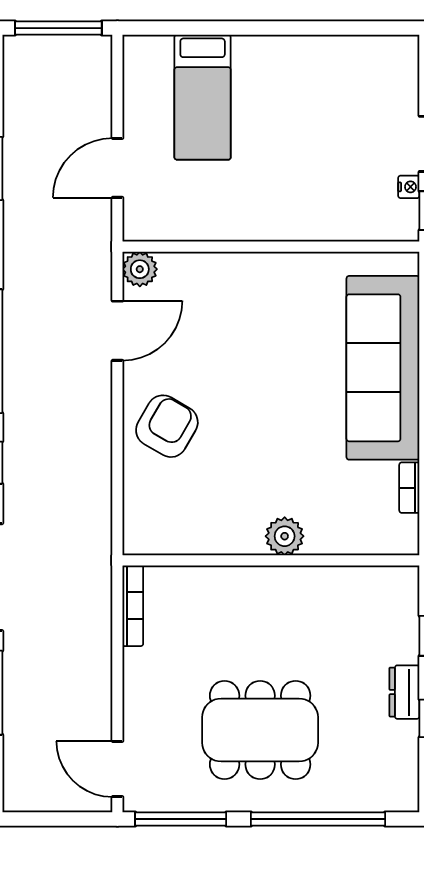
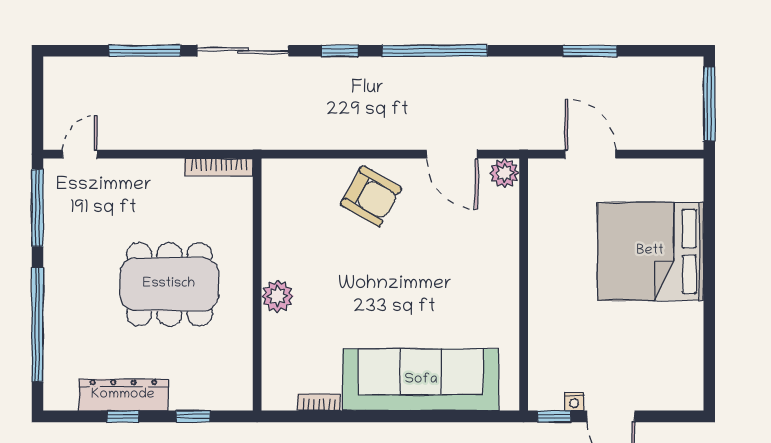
bed: (203, 97) -> (650, 251), width x2.04
dresser: (404, 692) -> (123, 395), width x1.96, depth x1.24
dining table: (260, 730) -> (169, 284), moved, turned 90
door: (117, 769) -> (80, 154), width x0.73

